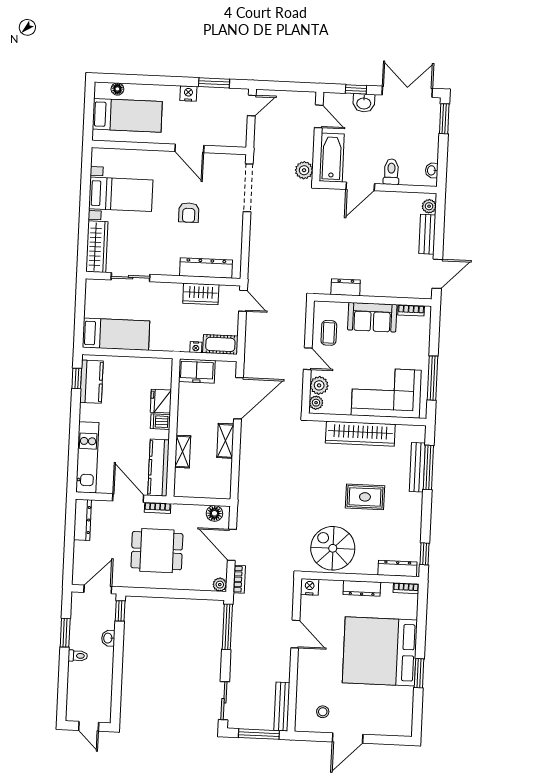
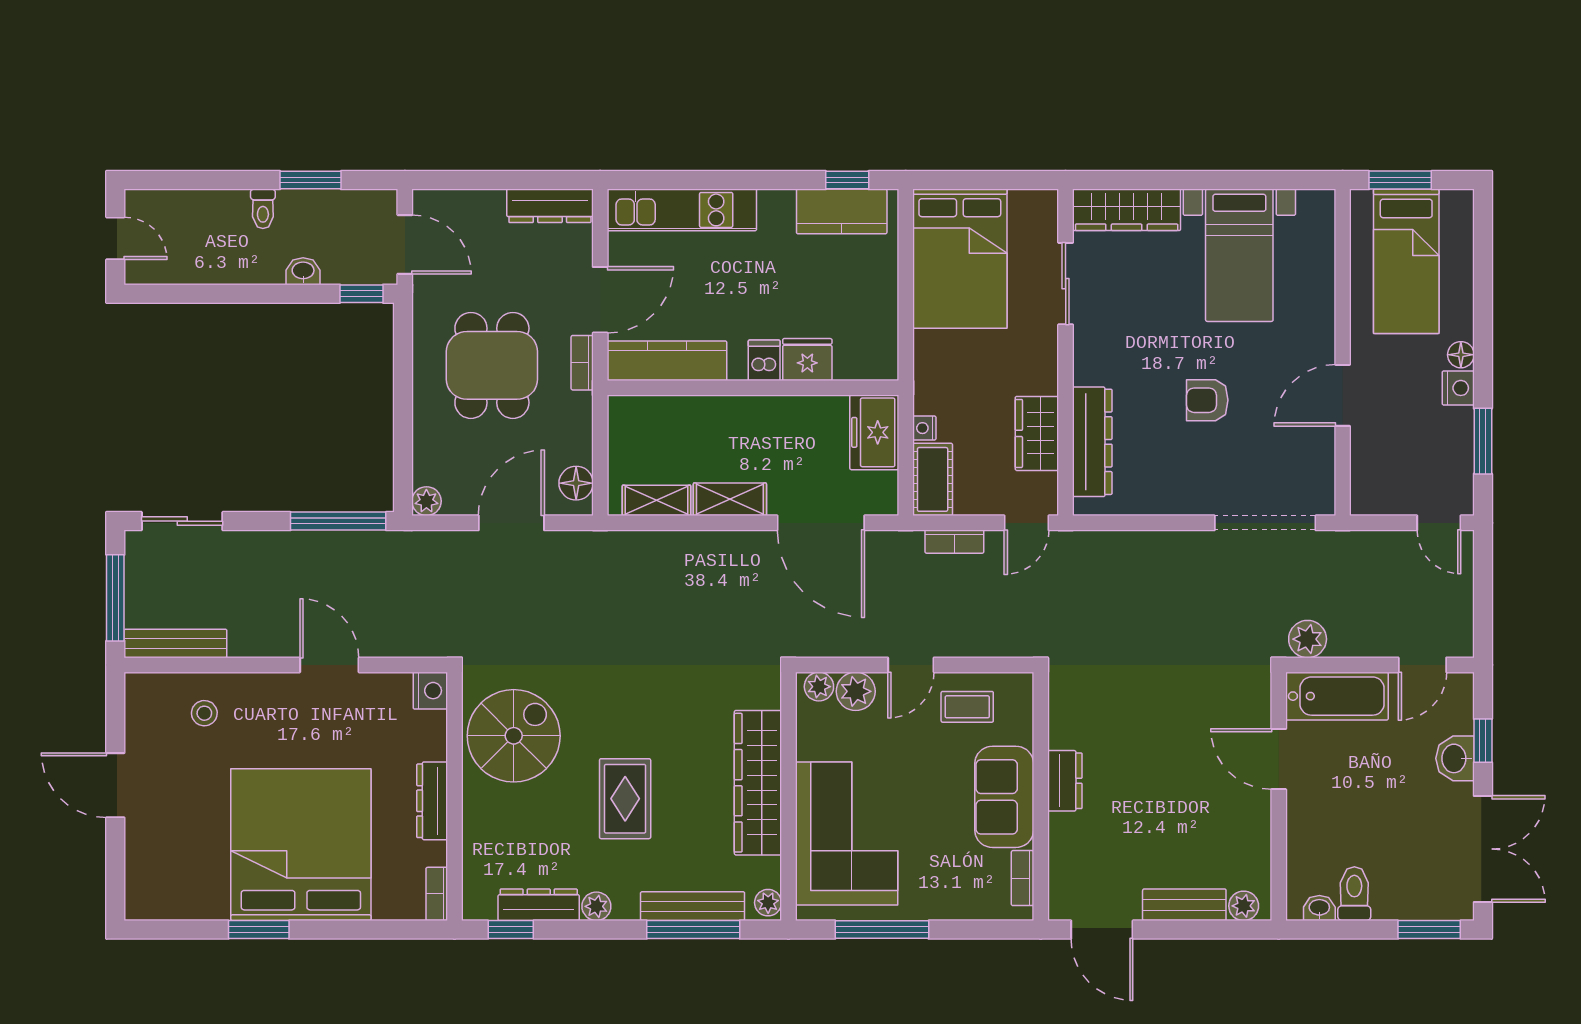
floor lamp: (117, 89) -> (1461, 355), moved
window: (89, 116) -> (1400, 180), added
toilet: (391, 172) -> (1354, 894), moved, turned -90
dresser: (346, 287) -> (1065, 781), moved
bed: (116, 334) -> (960, 259), width x1.50
plant: (417, 431) -> (768, 903), added
shelving: (183, 452) -> (657, 500), moved
plant: (415, 513) -> (596, 906), added
dresser: (397, 568) -> (539, 905), moved, turned -90
bookcase: (239, 579) -> (954, 542), moved
door: (295, 634) -> (329, 665), swing flipped
stool: (323, 712) -> (204, 713), moved
door: (89, 726) -> (115, 238), swing flipped

